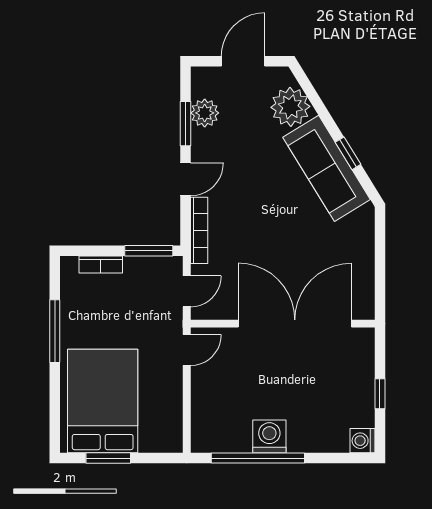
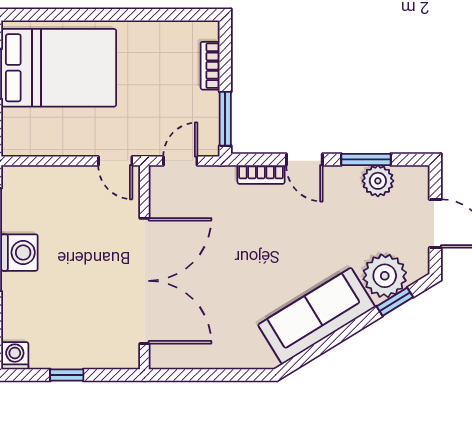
window: (348, 153) -> (395, 302), moved
bookcase: (199, 230) -> (261, 175), width x0.64
door: (187, 291) -> (180, 161), swing flipped
window: (55, 331) -> (136, 15), removed

